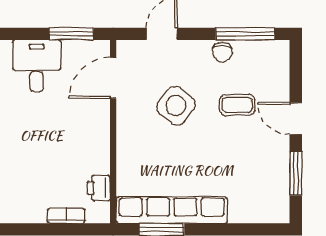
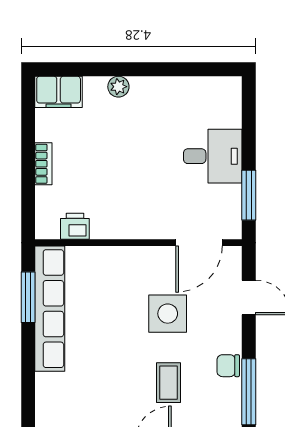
door: (113, 78) -> (199, 243), swing flipped
side table: (176, 106) -> (168, 314), turned -38
bookcase: (66, 216) -> (43, 164), moved

